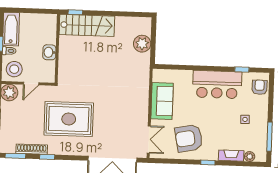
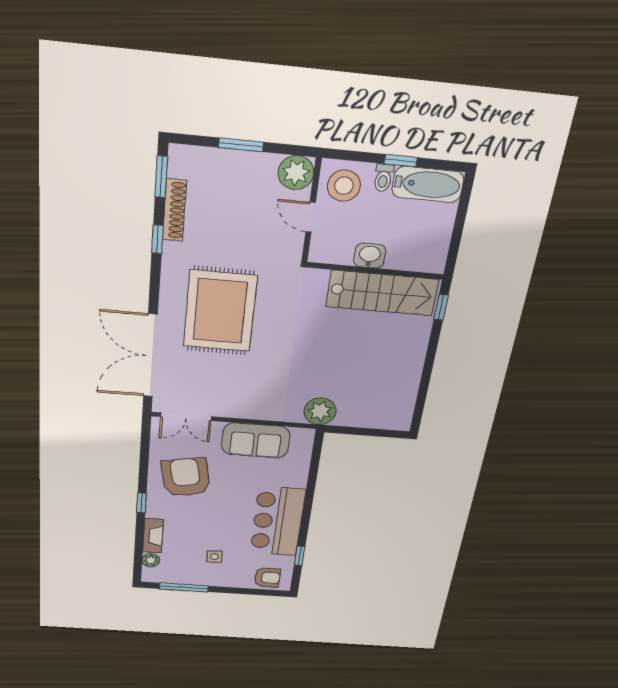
stairs: (87, 25) -> (382, 293), moved, turned -90
plant: (142, 44) -> (320, 411), moved
rug: (69, 119) -> (220, 311), moved

